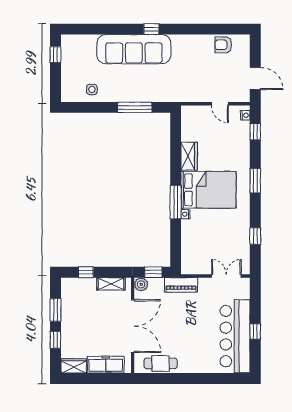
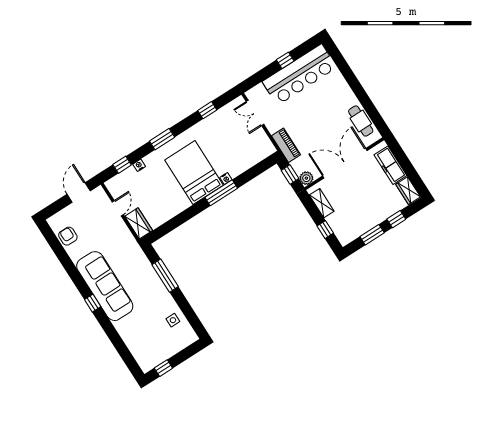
armchair: (223, 45) -> (68, 236), turned 180
sofa: (134, 49) -> (105, 286), moved
nightstand: (245, 115) -> (139, 165), moved
wardrobe: (189, 156) -> (139, 223), moved, turned 90

